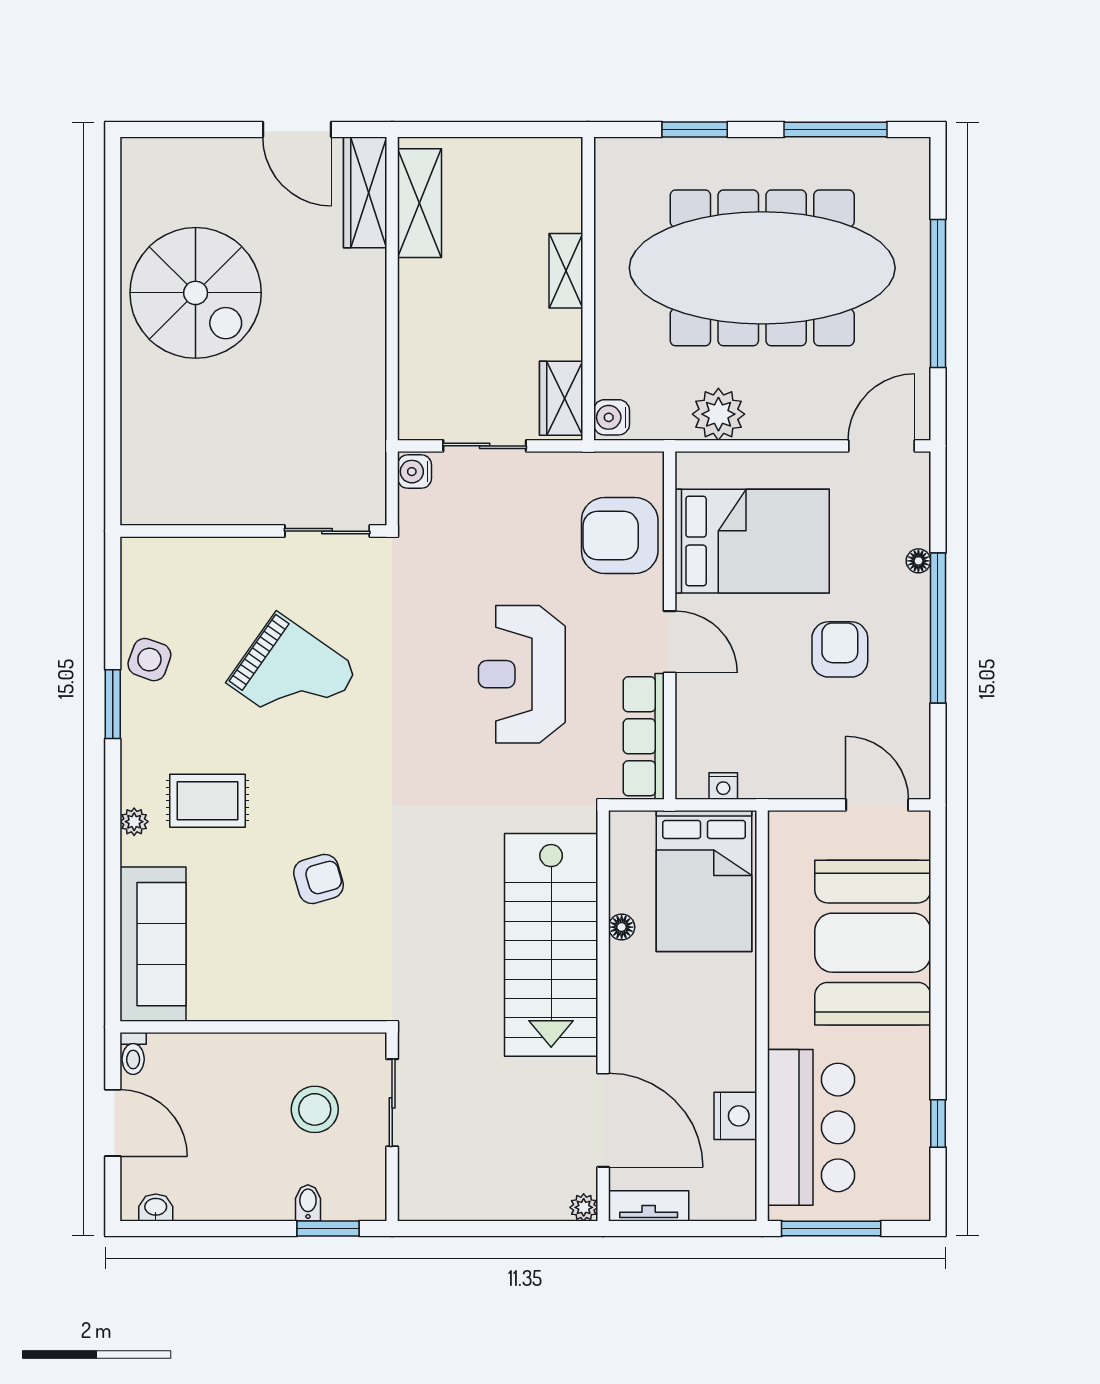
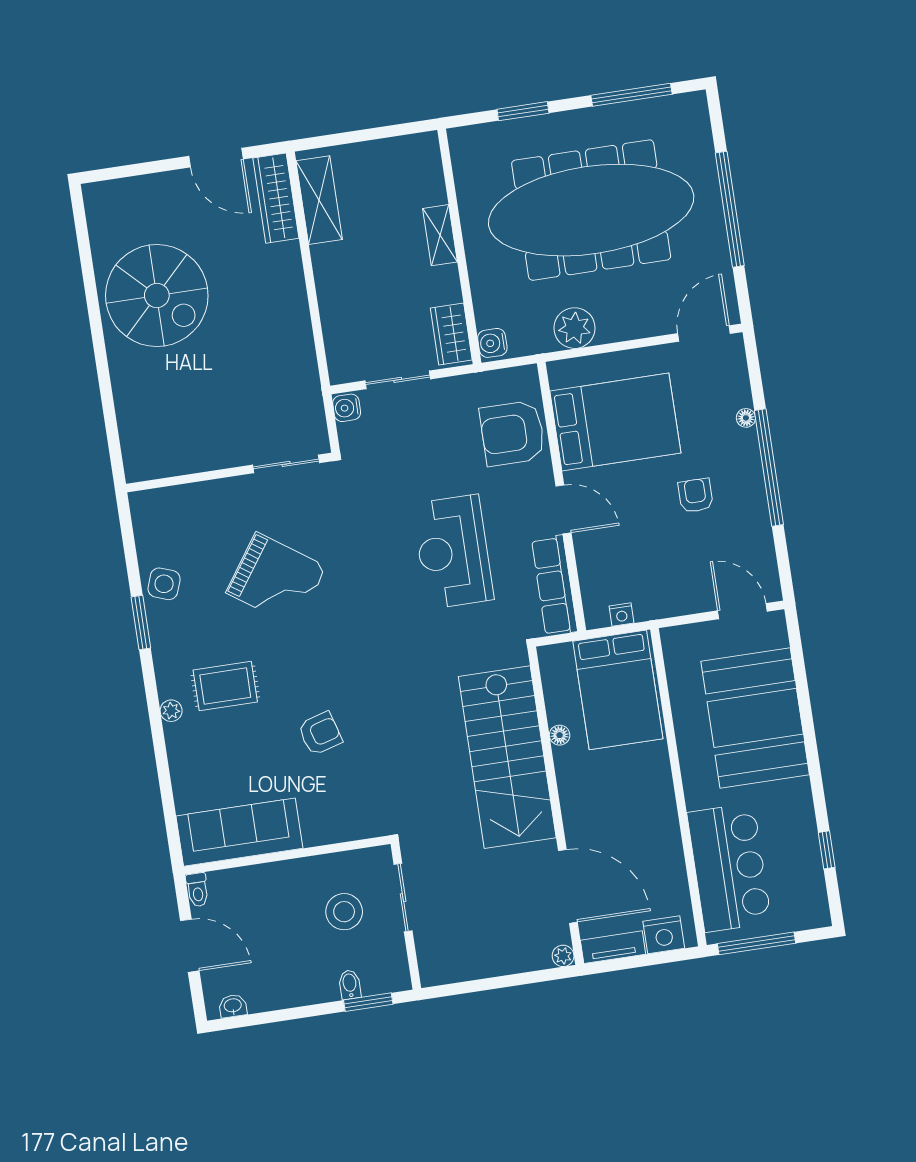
armchair: (840, 649) -> (696, 495), width x0.72, depth x0.72
sofa: (153, 944) -> (239, 832), moved, turned -90
nightstand: (735, 1116) -> (664, 935), moved, turned 90

